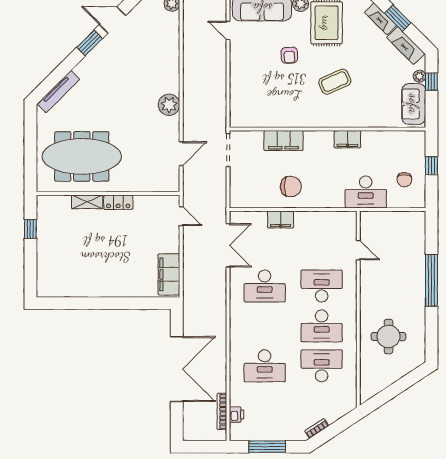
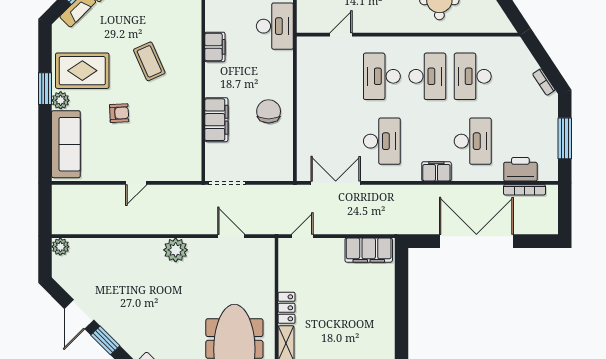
door: (228, 30) -> (136, 183), moved
filing cabinet: (281, 220) -> (436, 171), moved, turned -90
printer: (237, 415) -> (520, 169), width x1.87, depth x1.48

